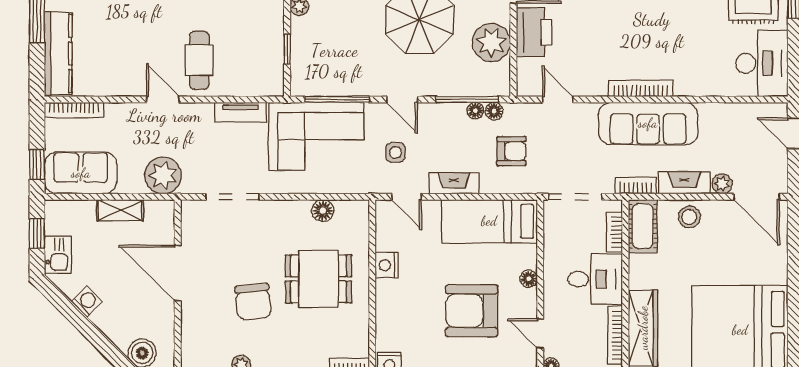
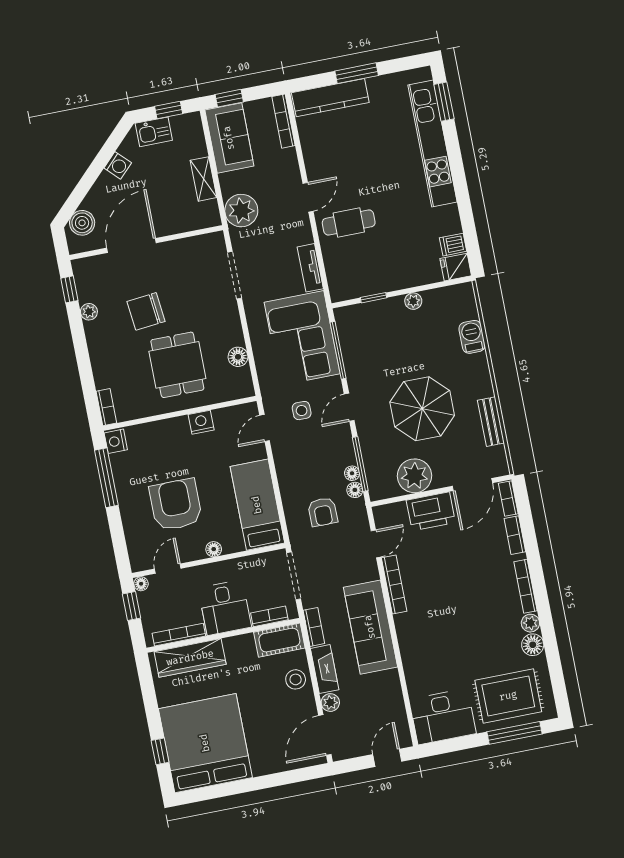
bookcase: (641, 88) -> (394, 585), moved
fireplace: (454, 183) -> (285, 467), removed
door: (178, 273) -> (131, 245), moved

